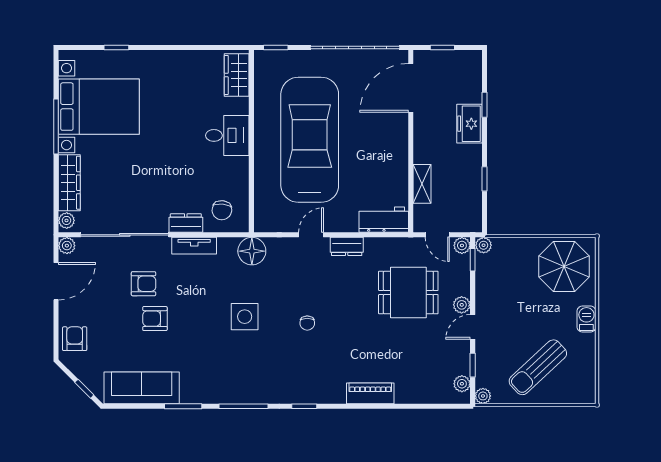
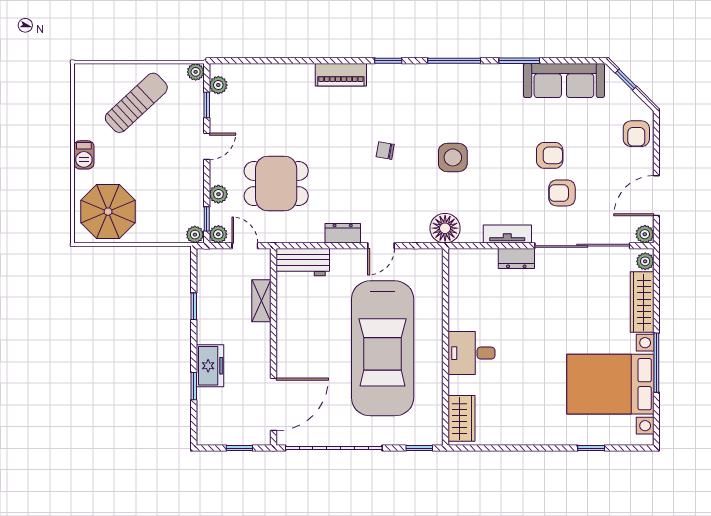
chair: (222, 210) -> (477, 272), removed
plant: (462, 305) -> (218, 194), moved
chair: (307, 323) -> (385, 151), turned -80
piano: (370, 393) -> (341, 75), moved

